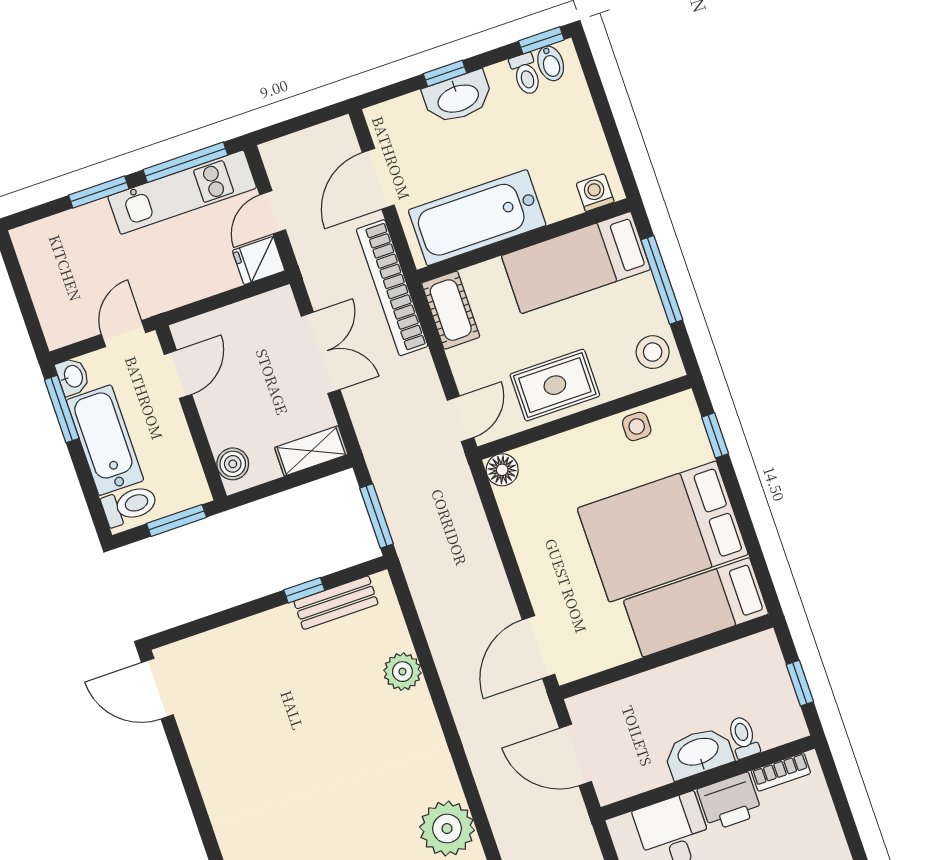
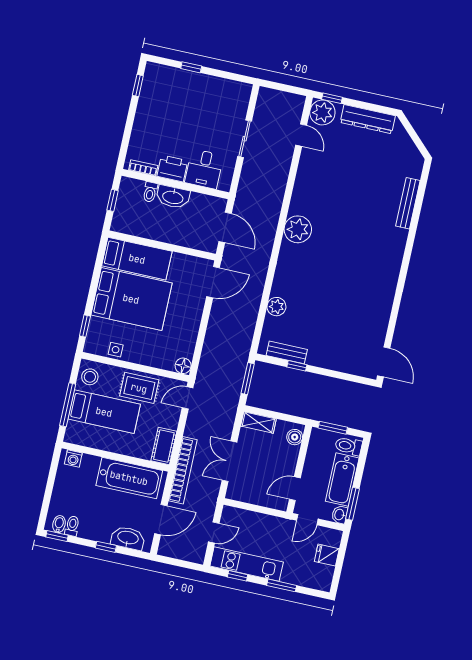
washbasin: (458, 97) -> (128, 538), moved
window: (185, 162) -> (238, 576), width x0.46
fridge: (259, 261) -> (327, 555), moved, turned 180
bed: (576, 263) -> (104, 412), moved

